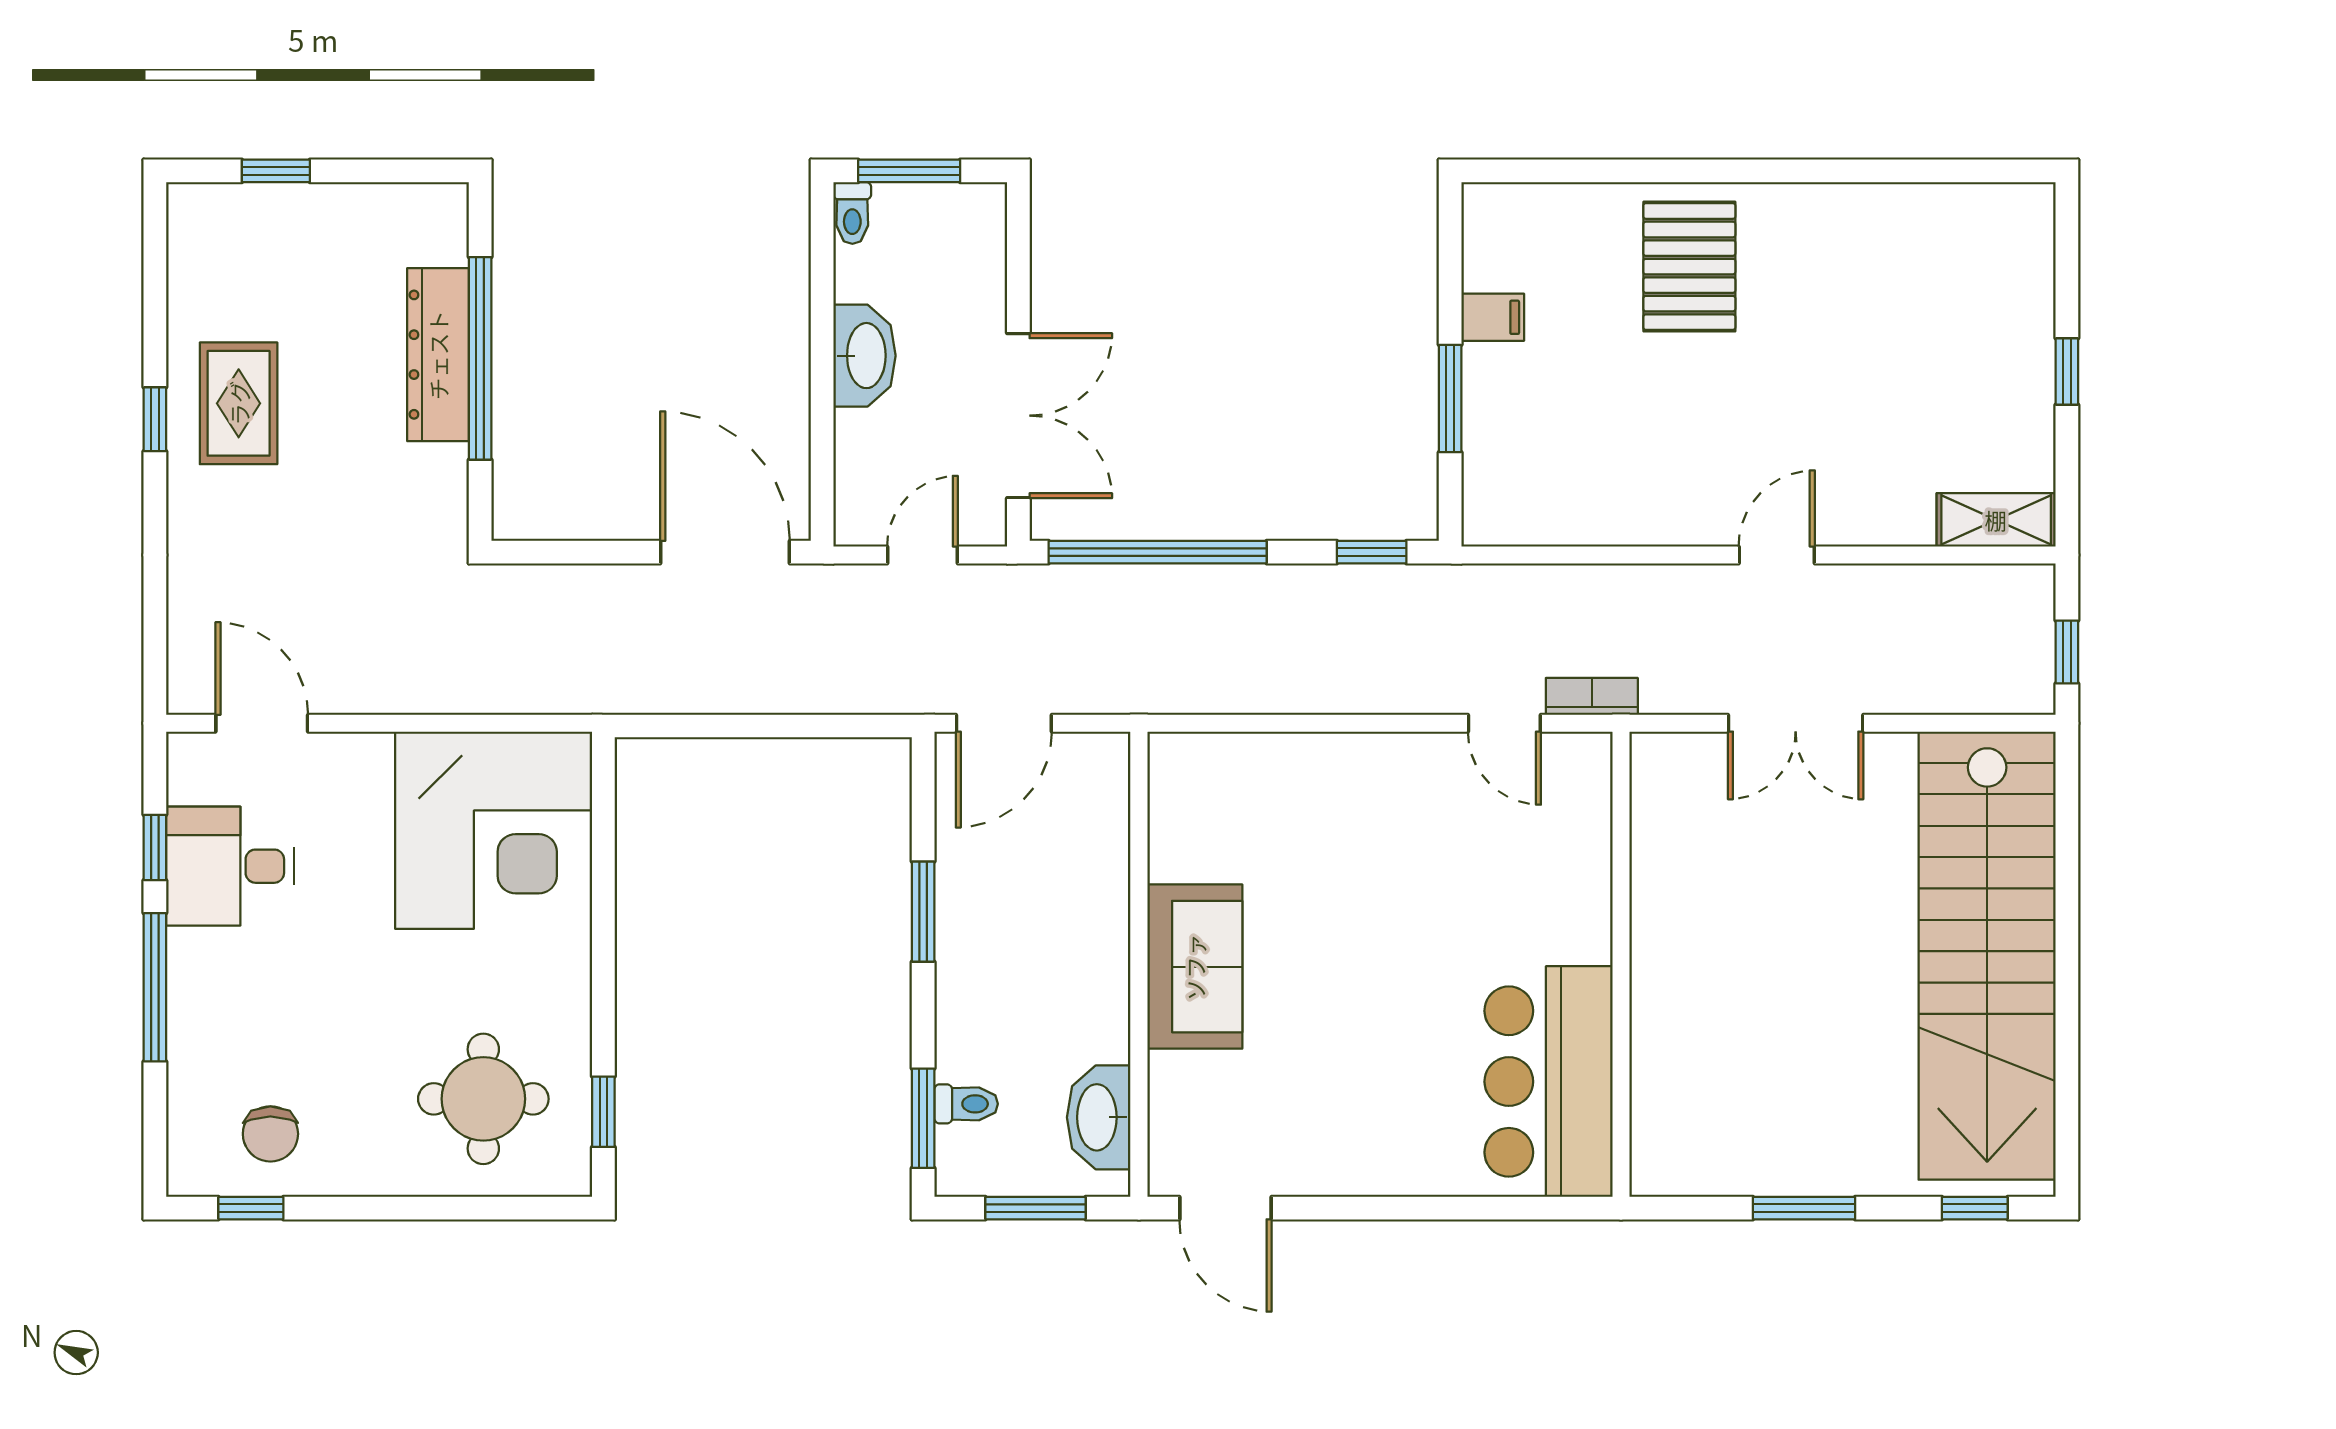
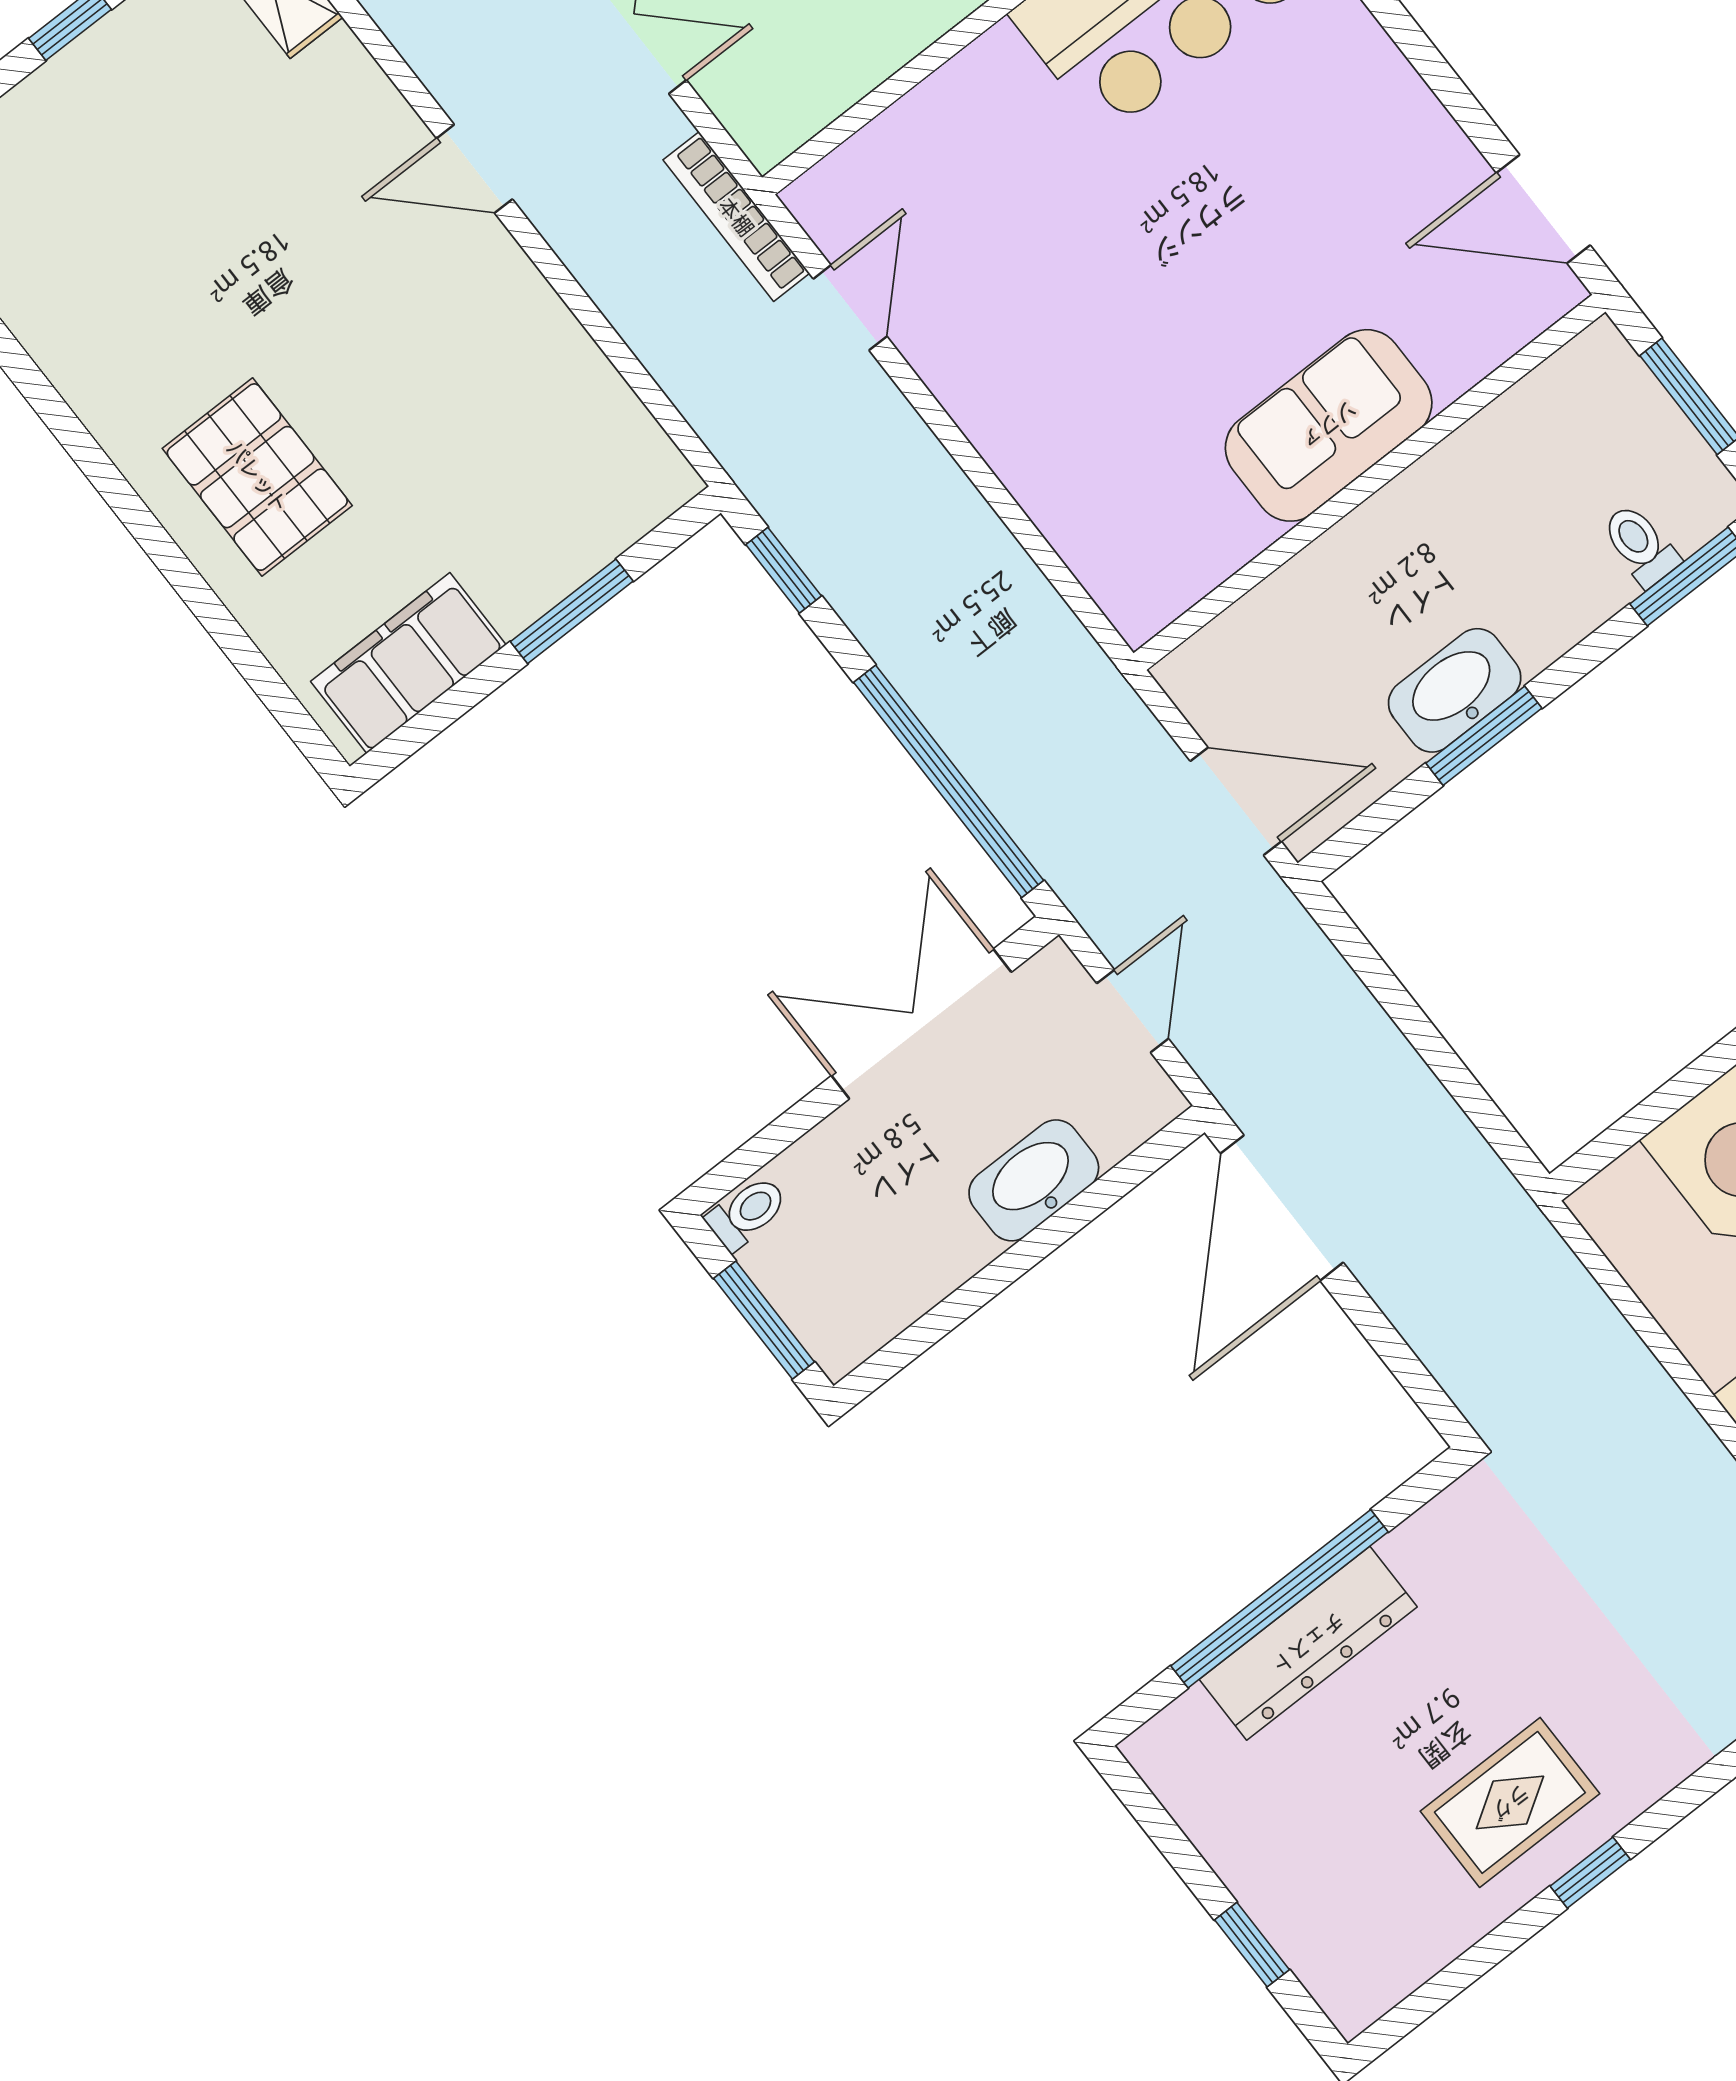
toilet: (852, 213) -> (747, 1213), moved
pallet: (1689, 267) -> (257, 477), turned 90
filing cabinet: (1493, 317) -> (408, 663), width x3.00, depth x1.17
washbasin: (864, 356) -> (1034, 1180), moved
door: (922, 555) -> (1133, 1011), swing flipped
bookcase: (1592, 696) -> (736, 217), width x1.56
washbasin: (1099, 1117) -> (1455, 690), moved, turned 180
door: (1225, 1208) -> (1543, 209), swing flipped

